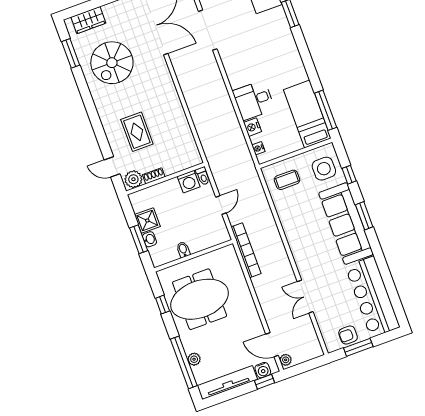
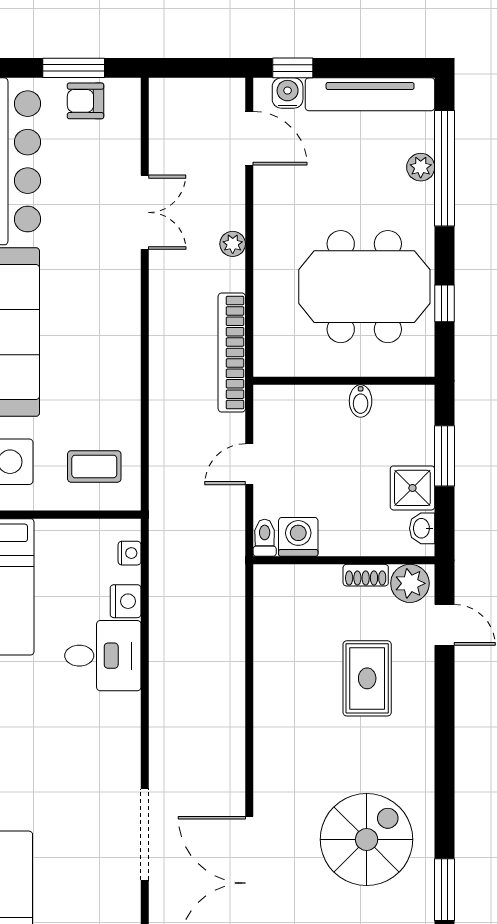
washbasin: (150, 239) -> (422, 528), moved
armchair: (348, 335) -> (86, 101), turned 180
plant: (286, 360) -> (233, 244), moved

